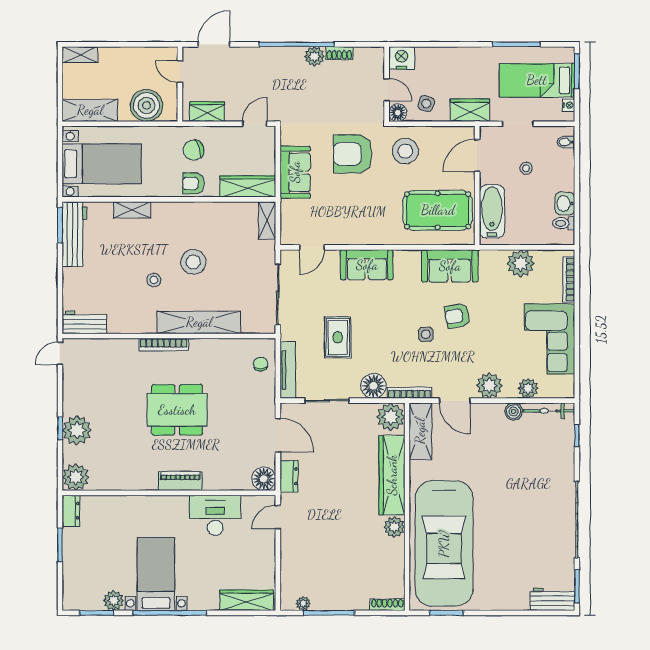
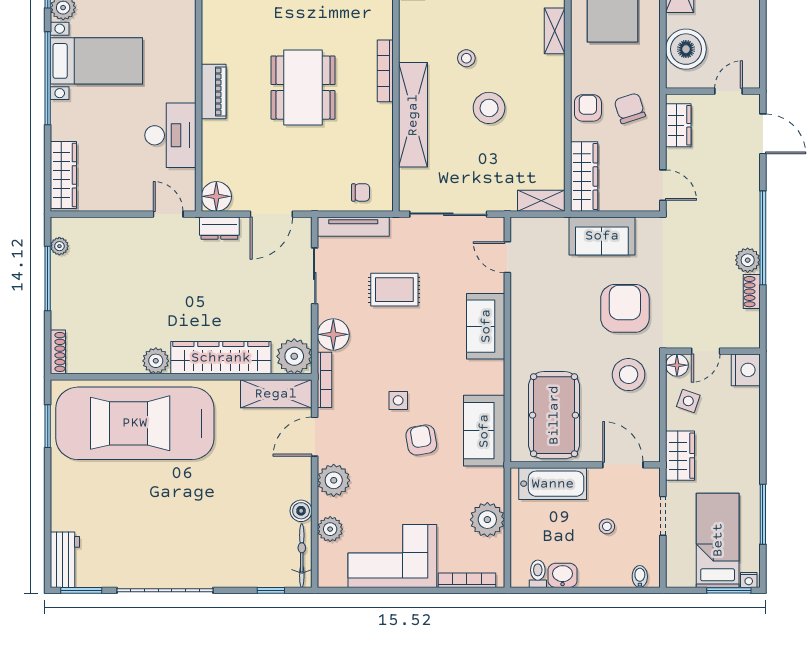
nightstand: (569, 105) -> (749, 580), moved

